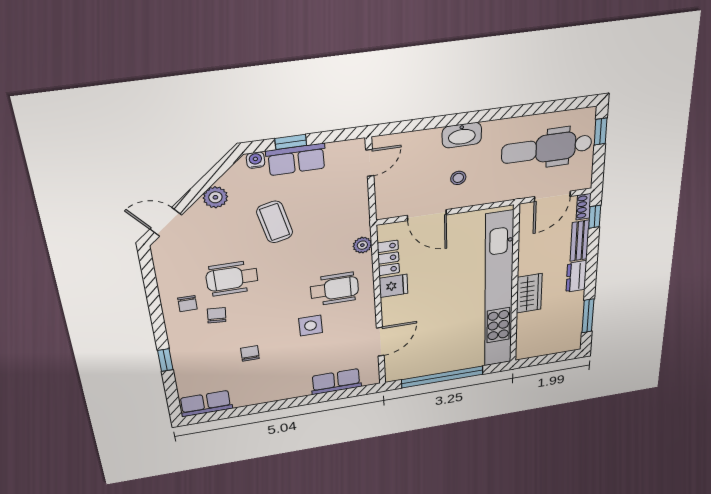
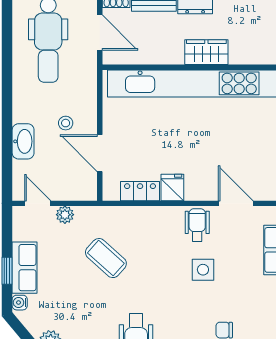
washbasin: (462, 135) -> (23, 141), moved
door: (427, 215) -> (100, 153), swing flipped
coffee table: (275, 222) -> (106, 258), moved, turned 55
plant: (362, 245) -> (65, 215), moved
wheelchair: (334, 289) -> (197, 225), moved, width x0.73, depth x0.73

